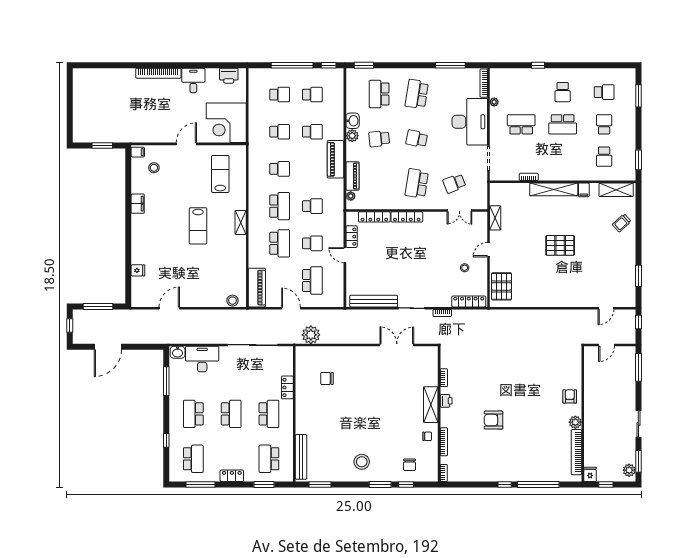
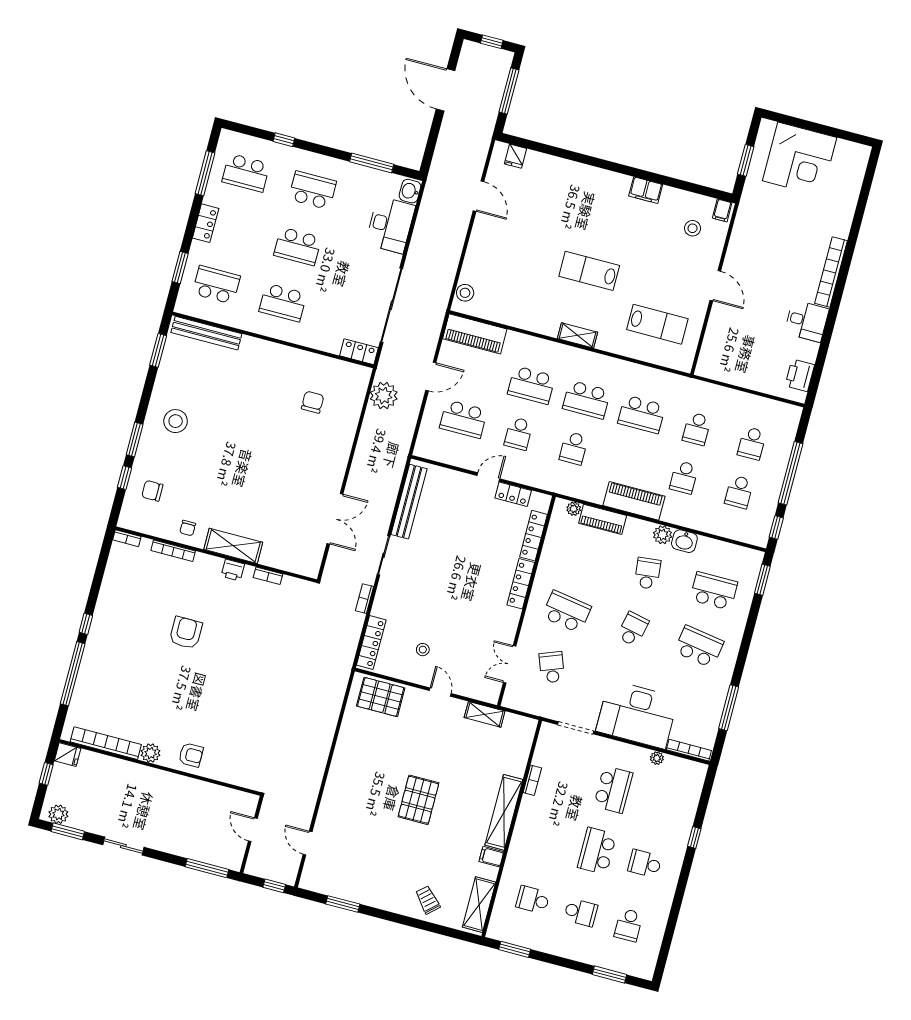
corner desk: (226, 123) -> (800, 159), moved, turned 180
school desk: (280, 169) -> (642, 414), width x1.85
fridge: (138, 270) -> (516, 156), moved
locker: (287, 387) -> (359, 352), moved

